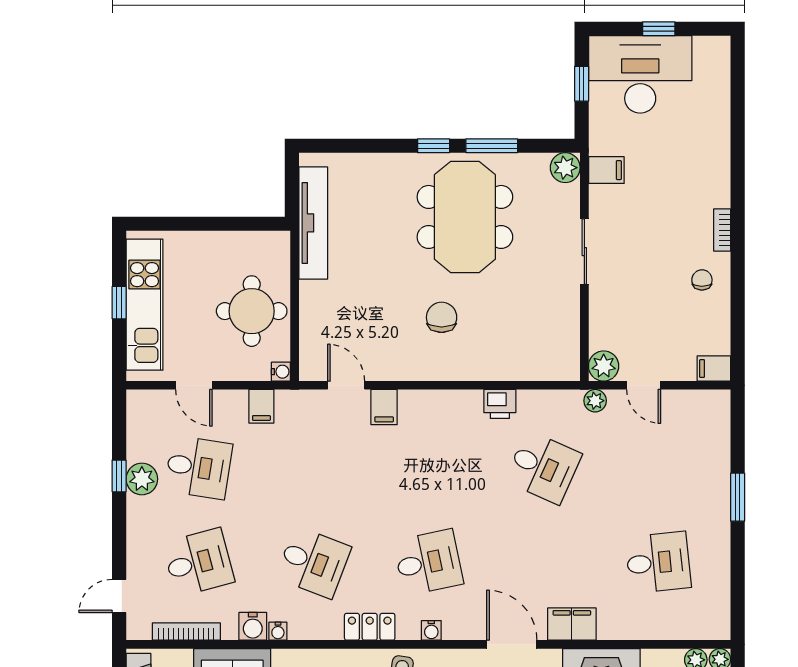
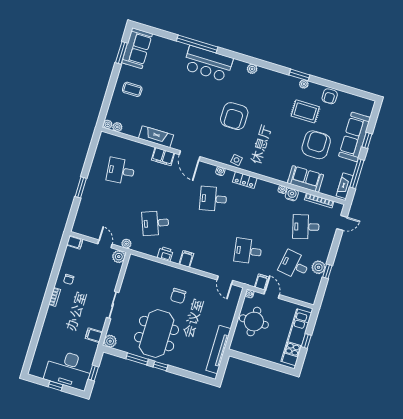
door: (194, 385) -> (272, 294), moved
filing cabinet: (384, 407) -> (186, 259), moved
desk: (543, 467) -> (155, 223), turned -45
desk: (313, 562) -> (248, 251), moved, turned -30

